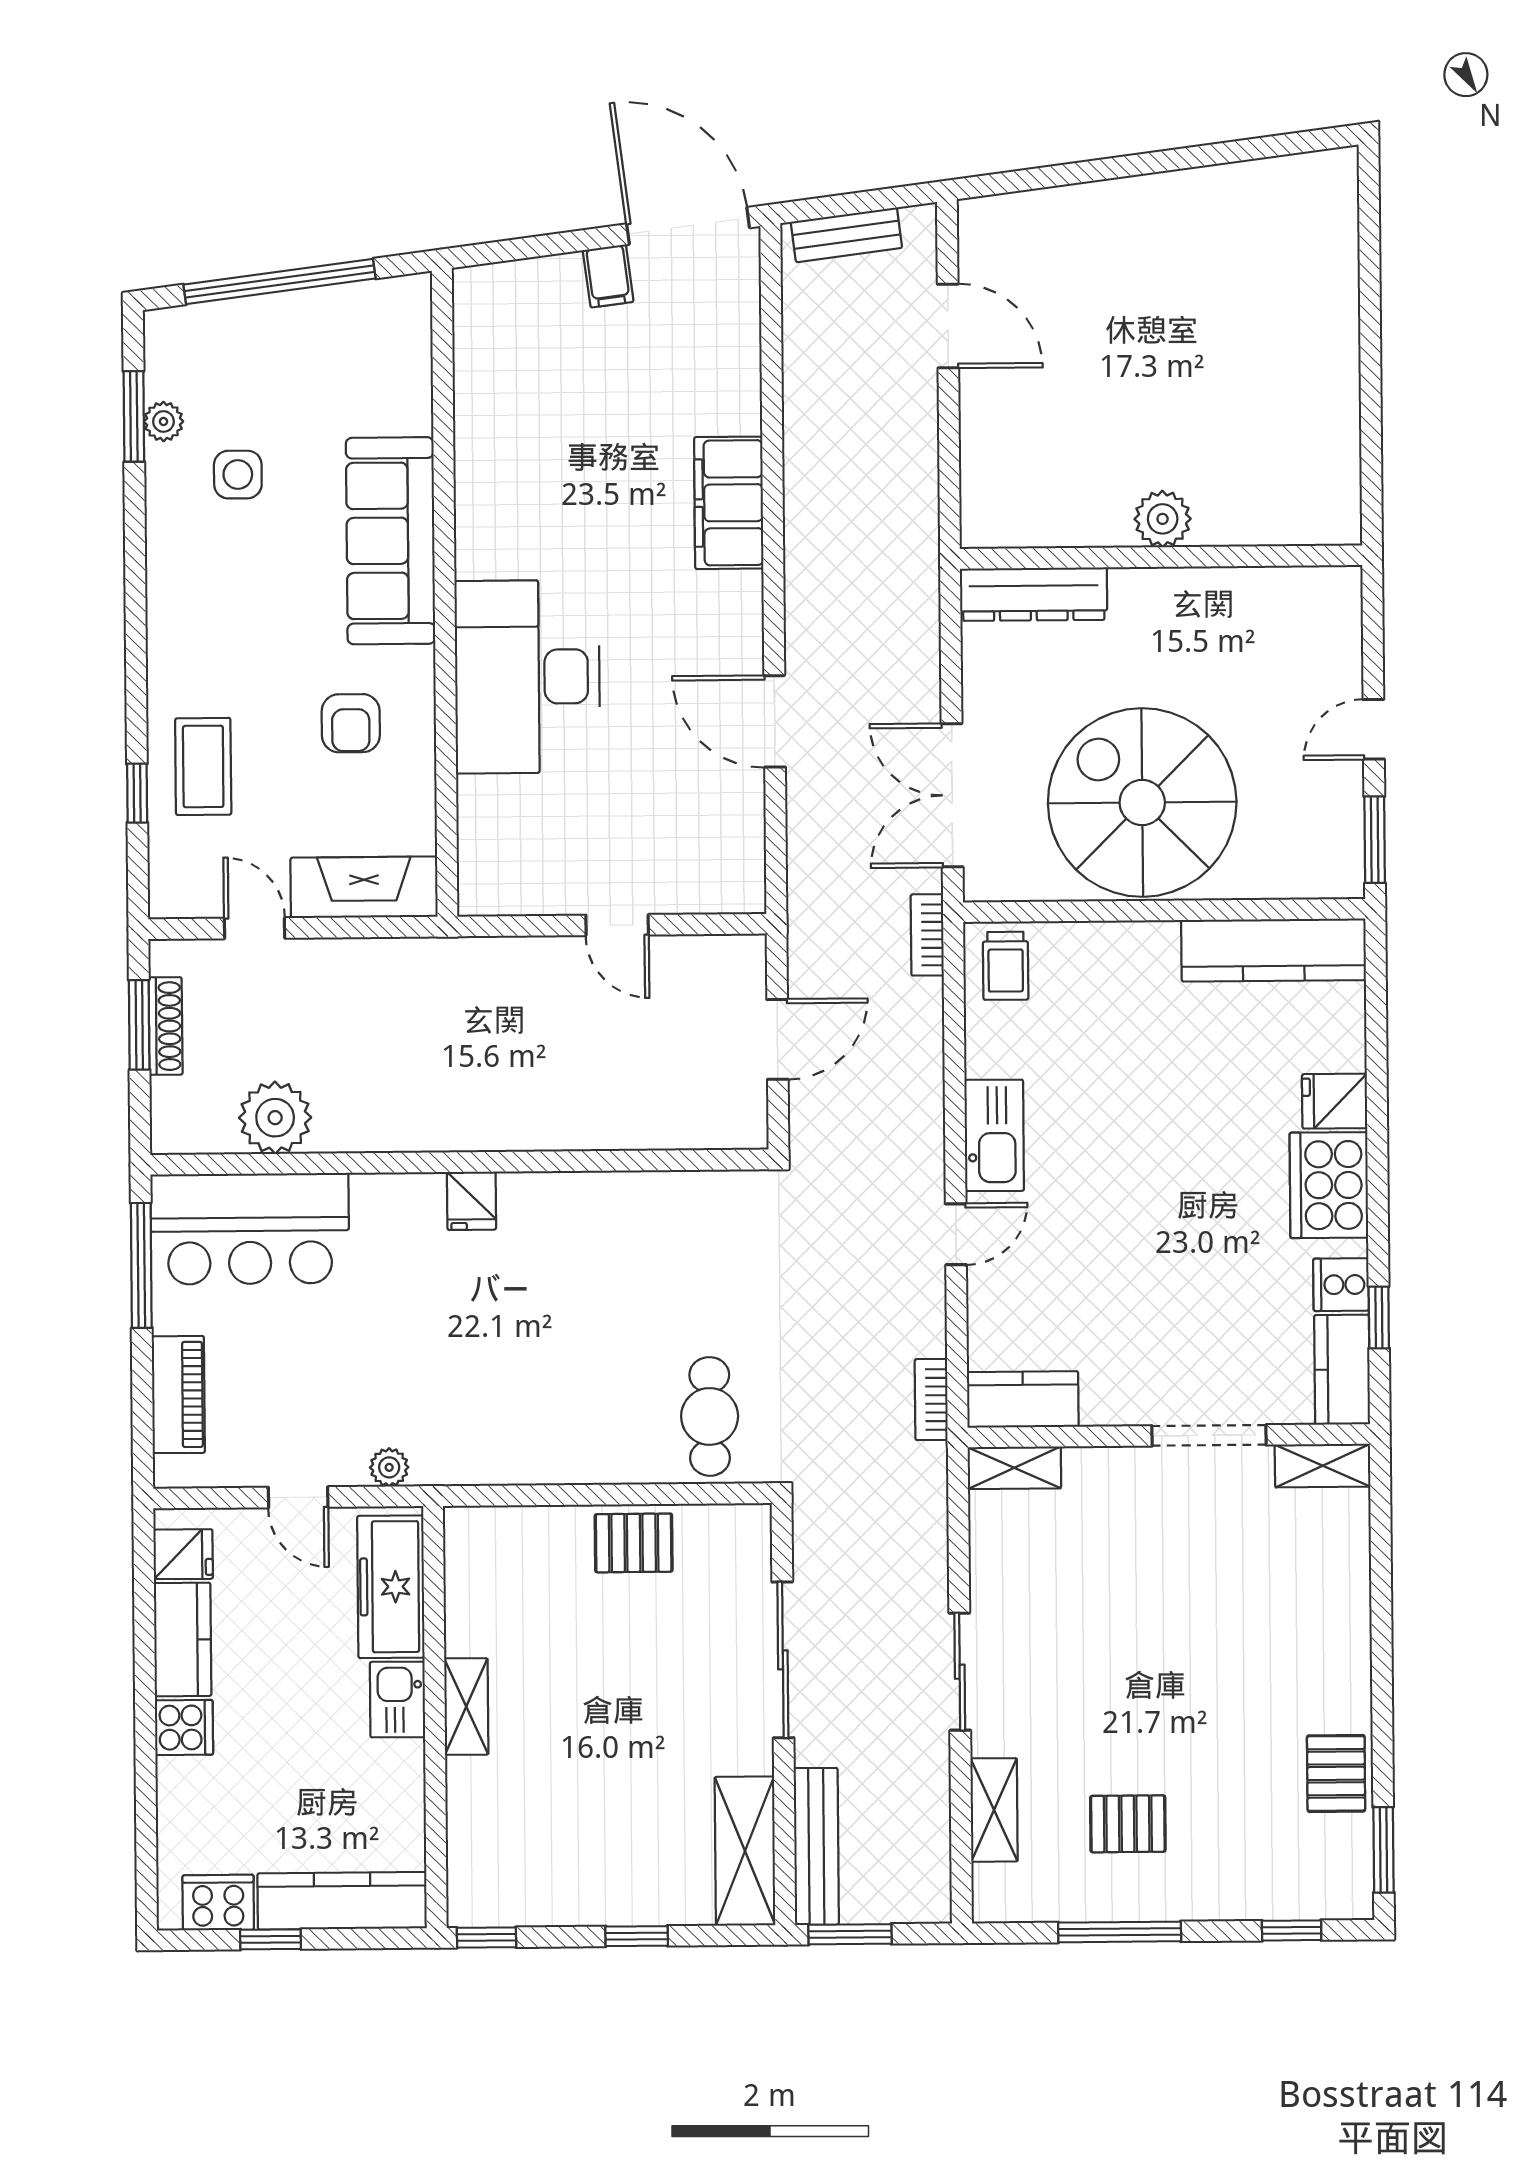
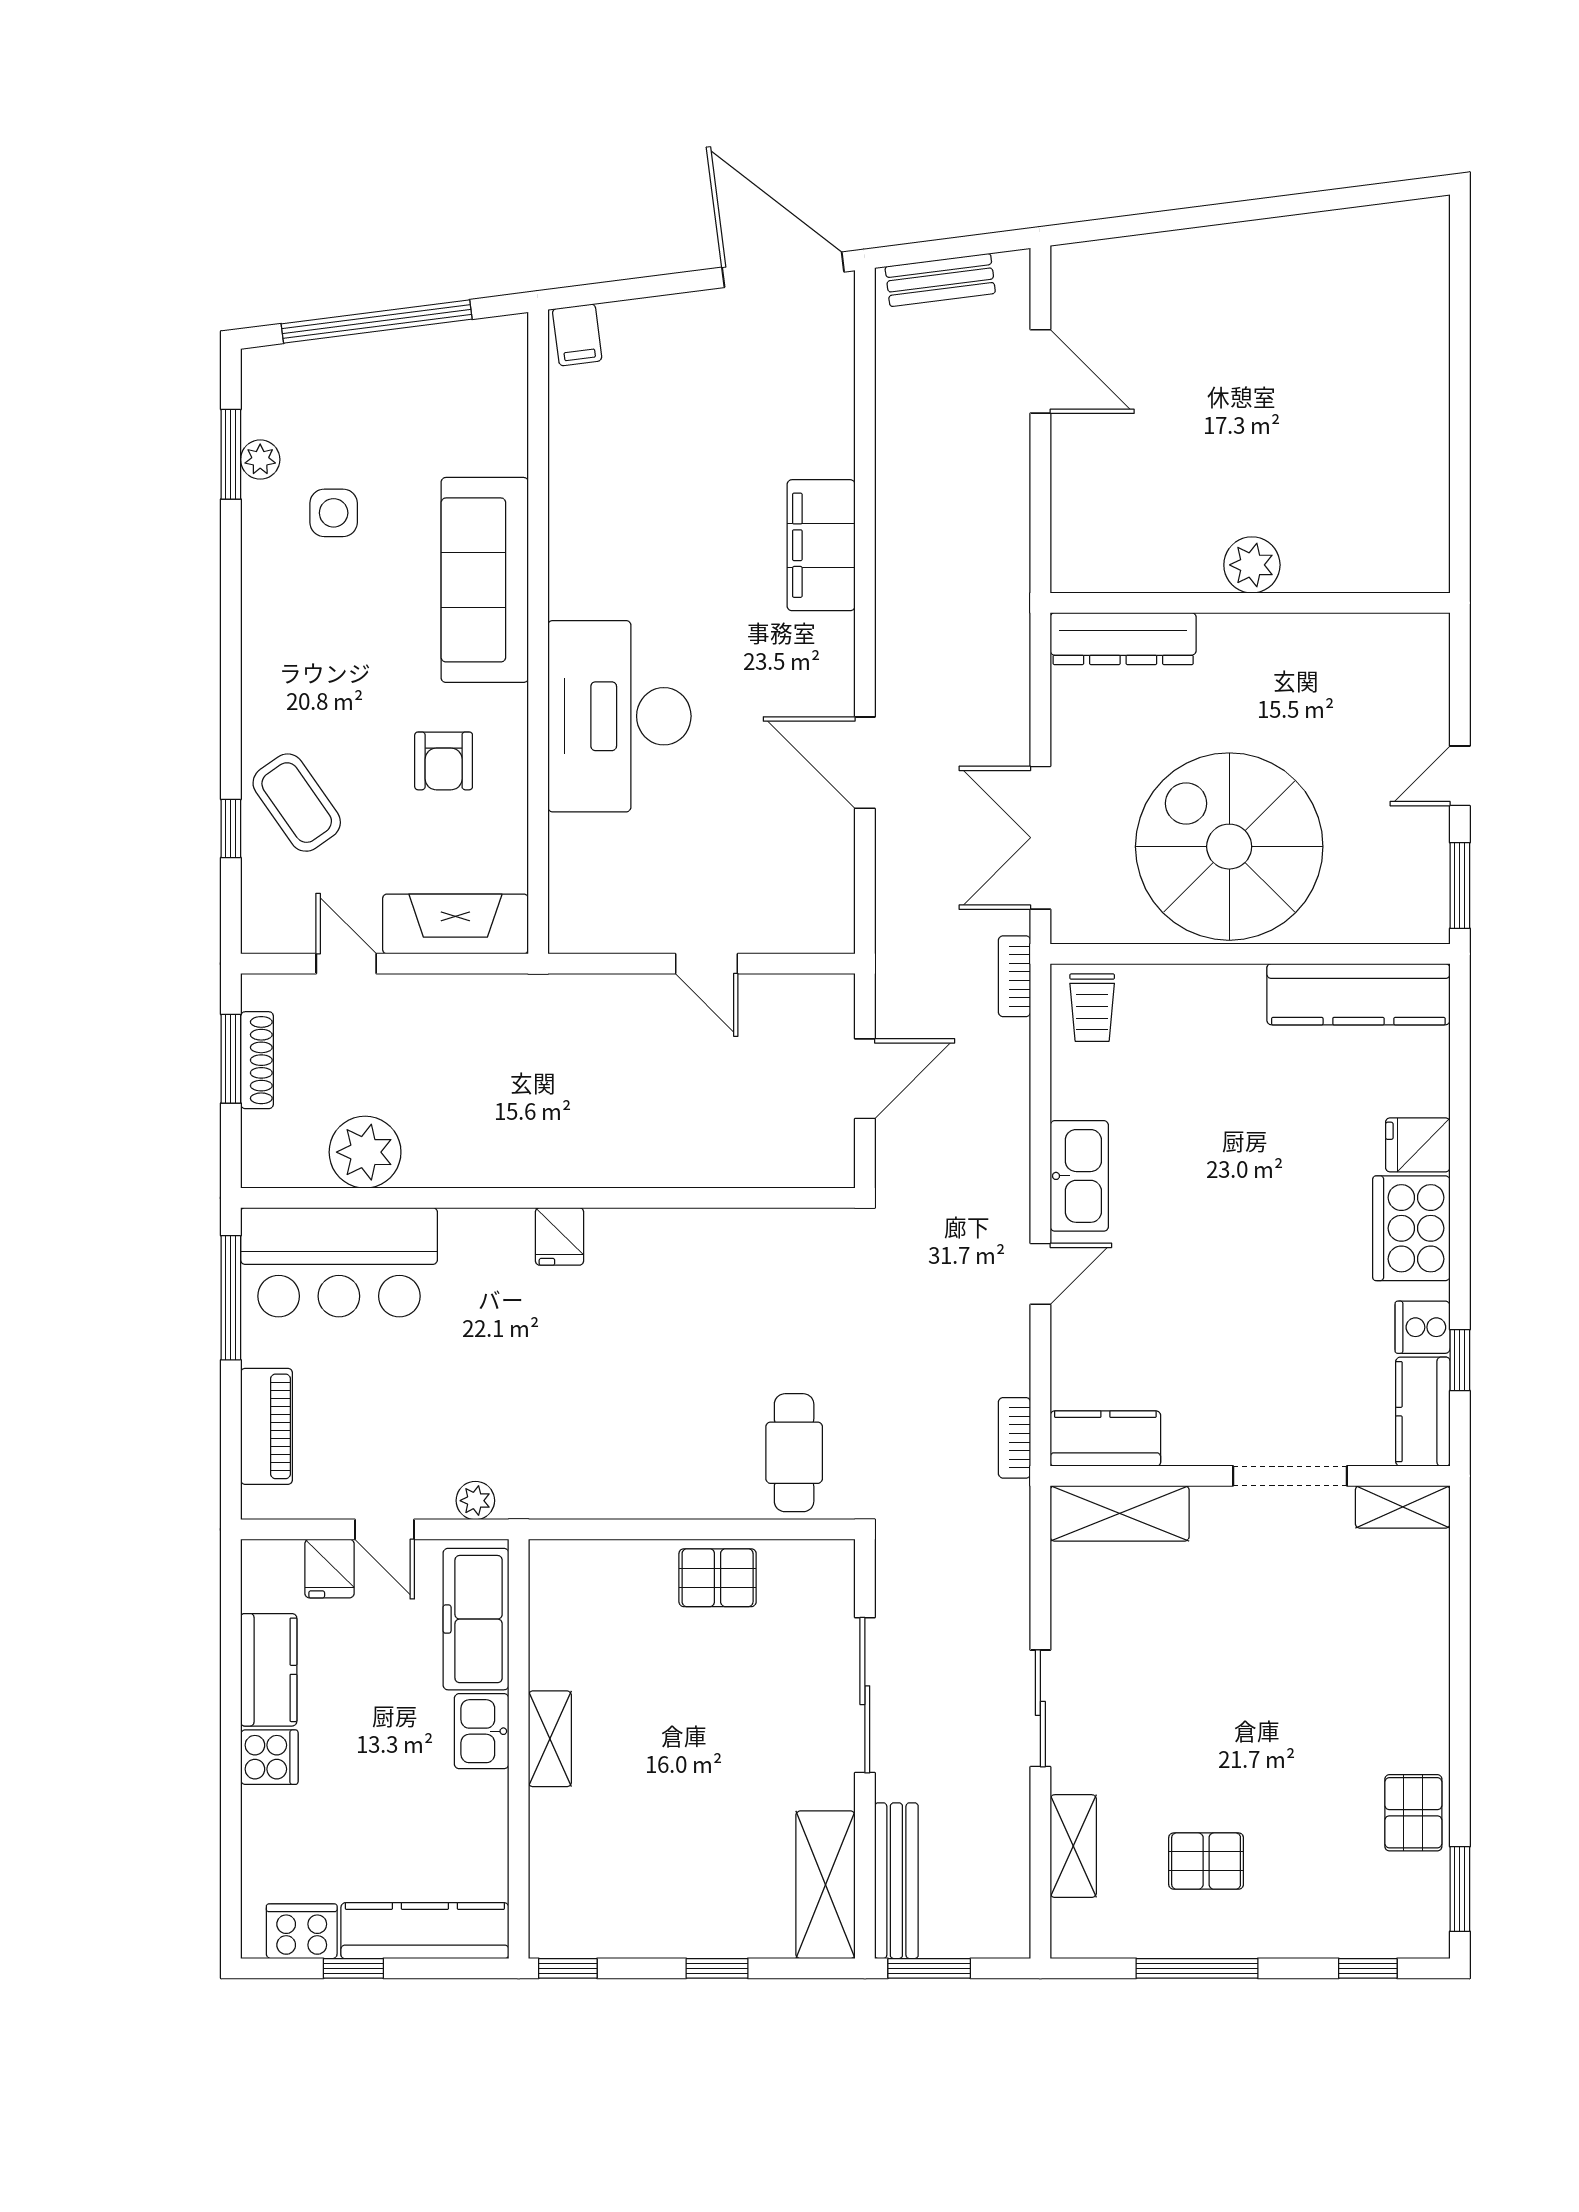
filing cabinet: (608, 276) -> (577, 335), moved
coffee table: (203, 766) -> (297, 803), turned -35
shelving: (1014, 1468) -> (1120, 1513), width x1.50, depth x1.33
fridge: (183, 1554) -> (329, 1569), moved, turned 90

